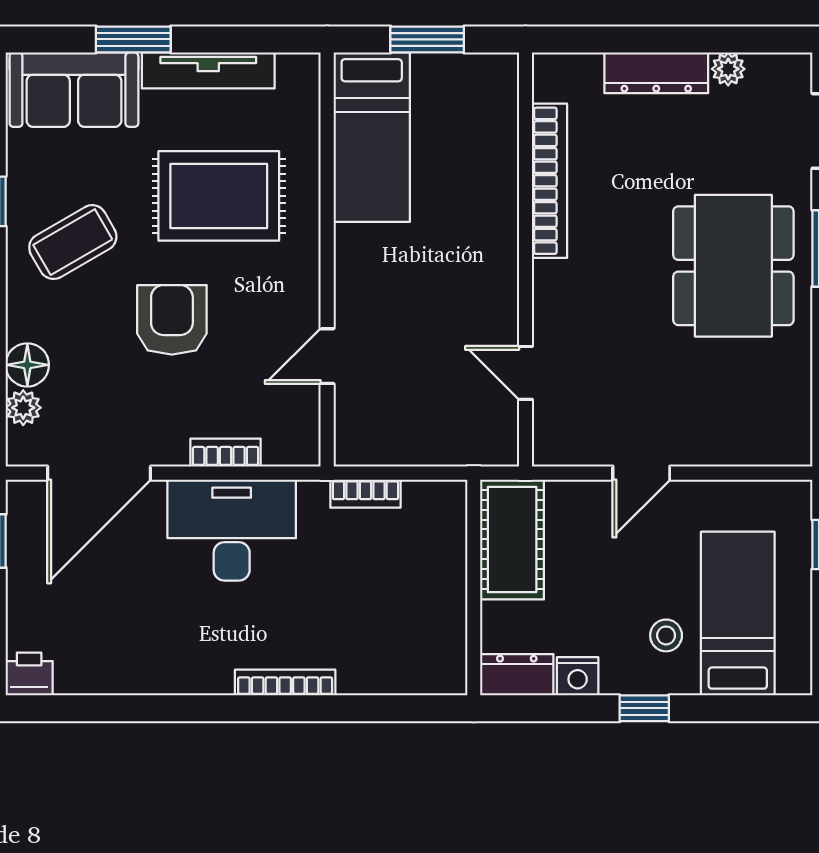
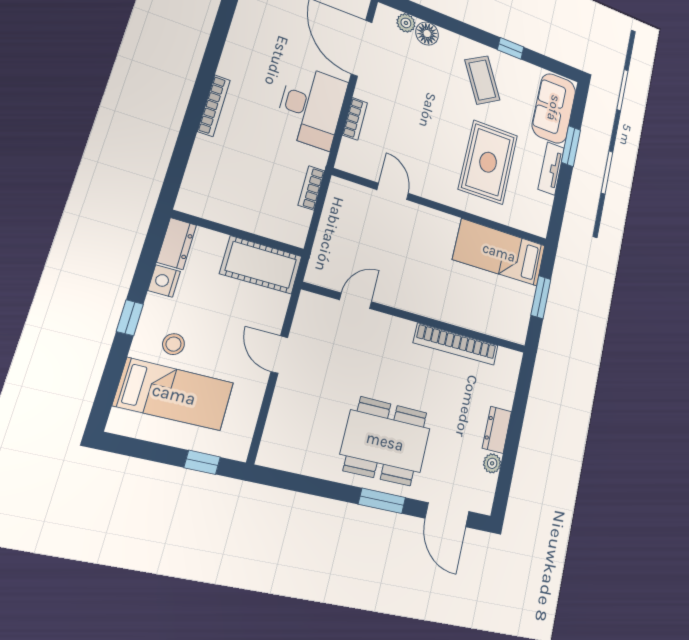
tv unit: (208, 70) -> (551, 169), width x0.71
dresser: (656, 73) -> (497, 430), width x0.70
armchair: (172, 320) -> (432, 116), removed

